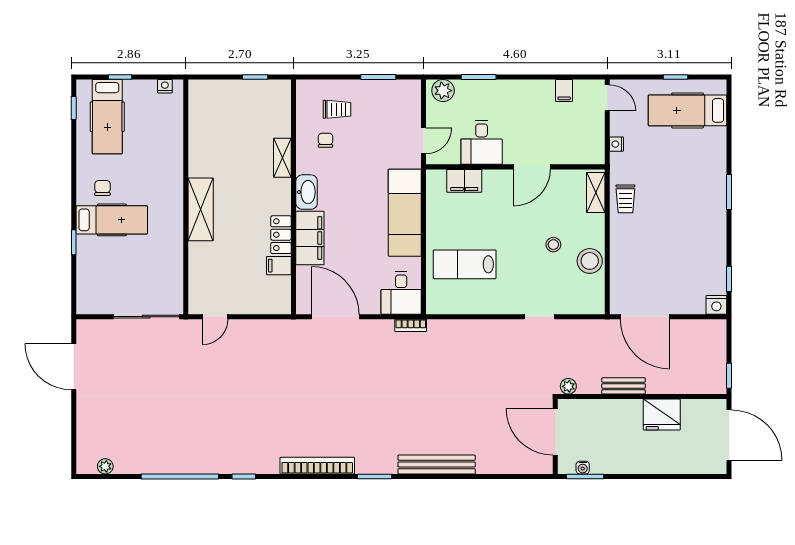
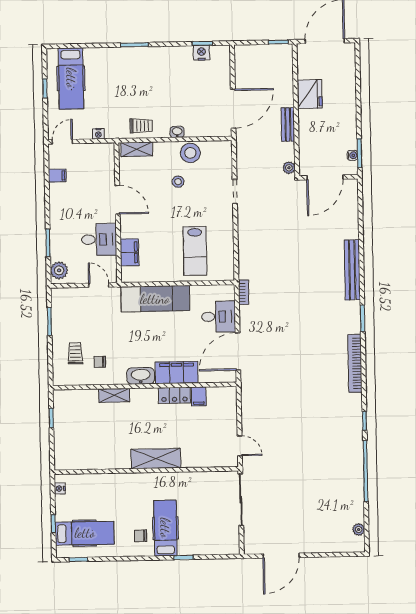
washbasin: (617, 244) -> (177, 132), added
desk: (401, 293) -> (219, 317), moved
nightstand: (716, 305) -> (201, 53), moved, turned -90

